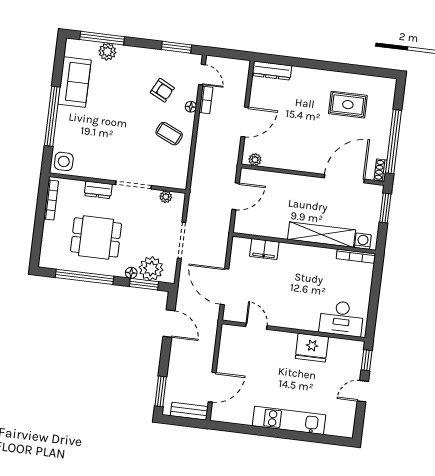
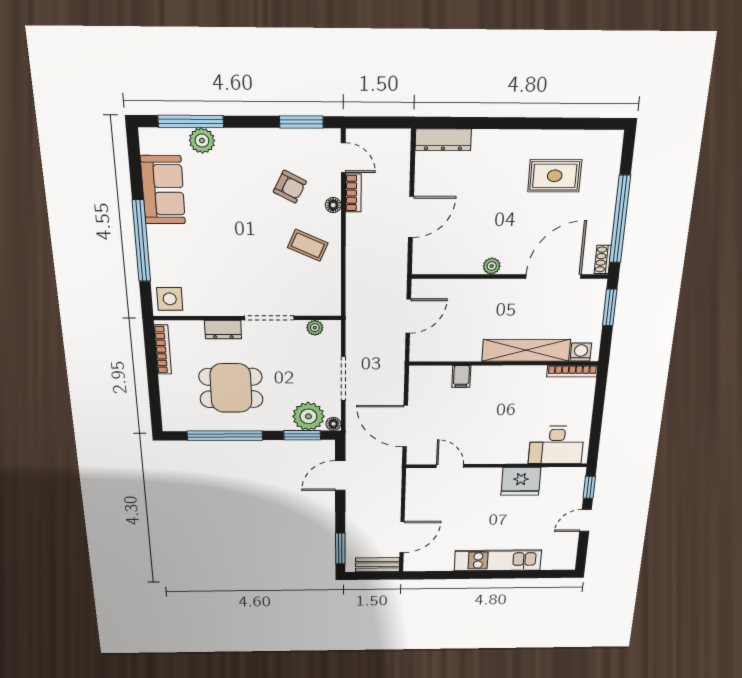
plant: (255, 160) -> (492, 266), moved
filing cabinet: (264, 249) -> (461, 376), width x0.50
floor lamp: (131, 273) -> (333, 424), moved
door: (169, 324) -> (340, 476), swing flipped

